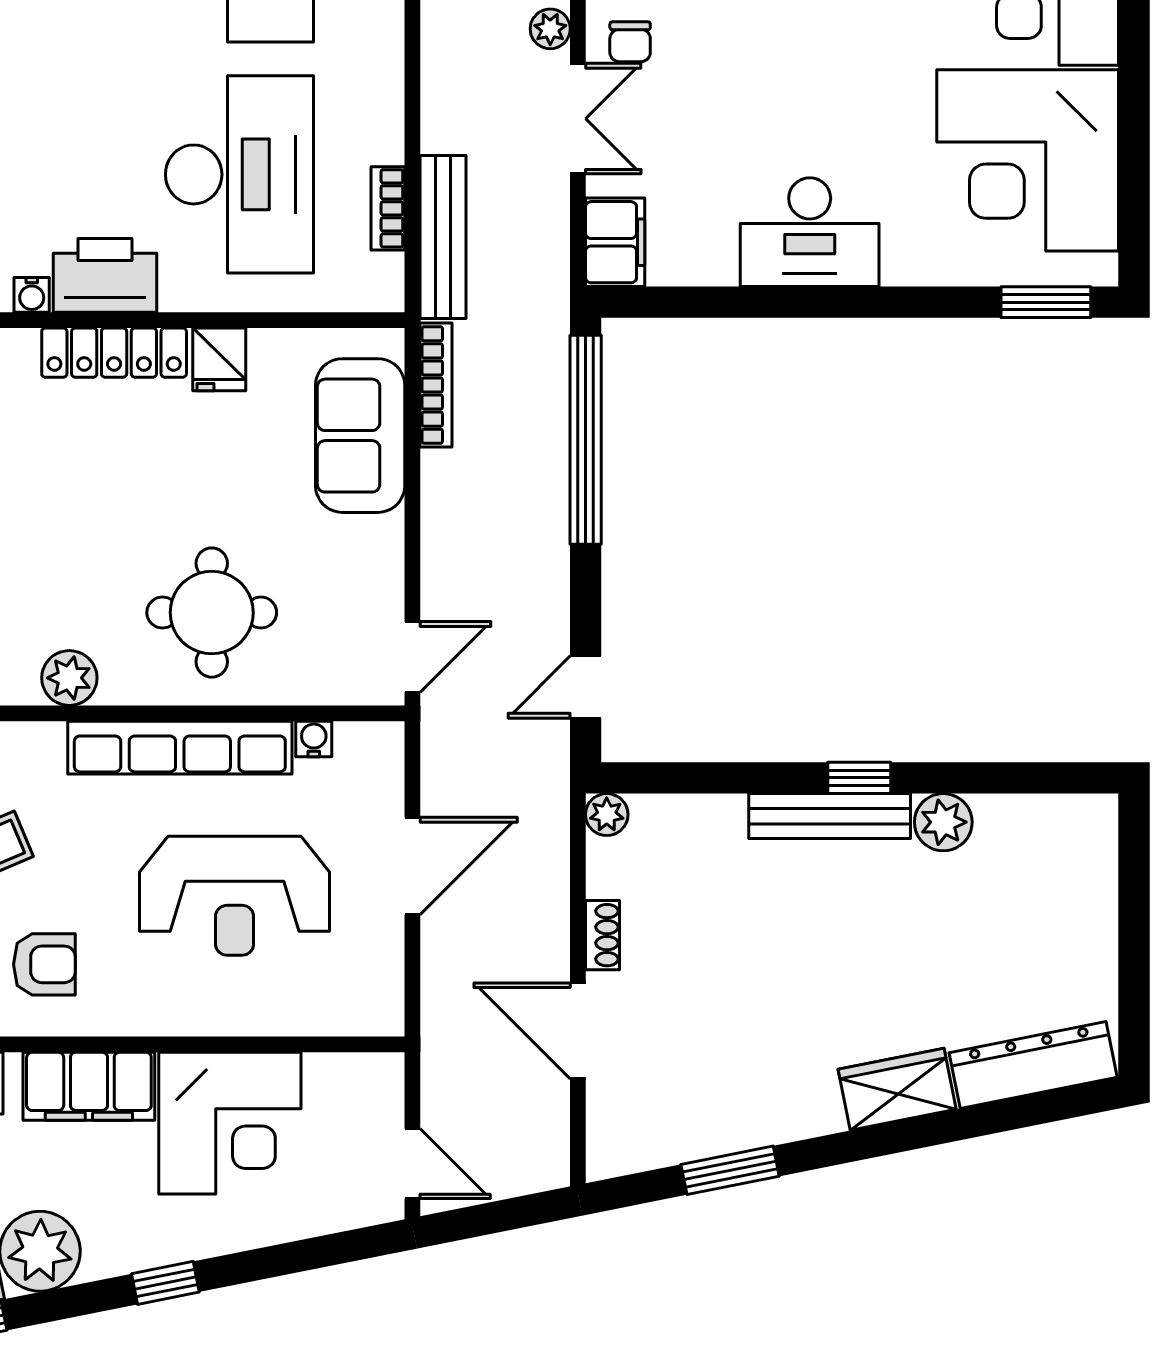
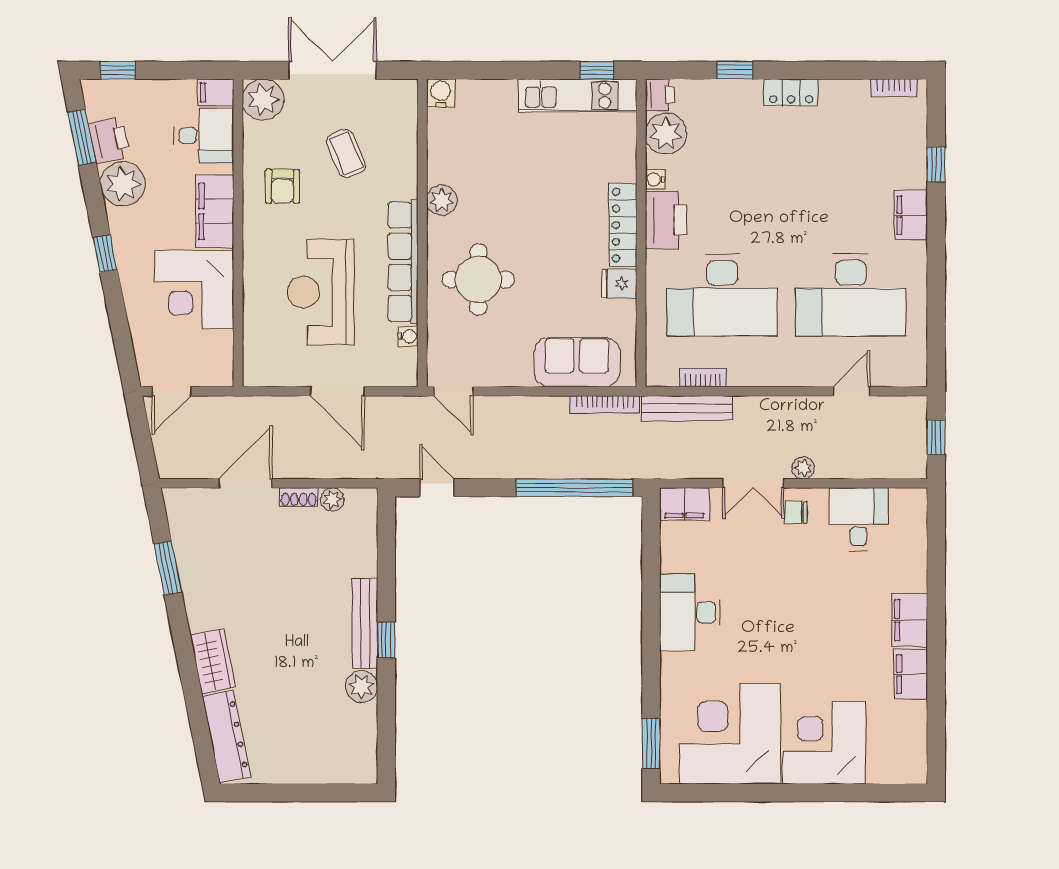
plant: (607, 815) -> (332, 499), moved

